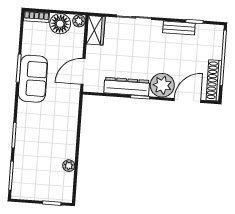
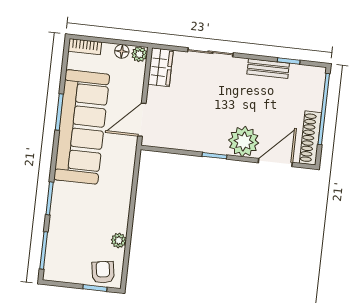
floor lamp: (60, 24) -> (122, 51), width x0.53, depth x0.53
sofa: (33, 79) -> (82, 127), width x1.85, depth x1.27
dresser: (127, 87) -> (198, 141), removed
armchair: (58, 191) -> (103, 272), added

